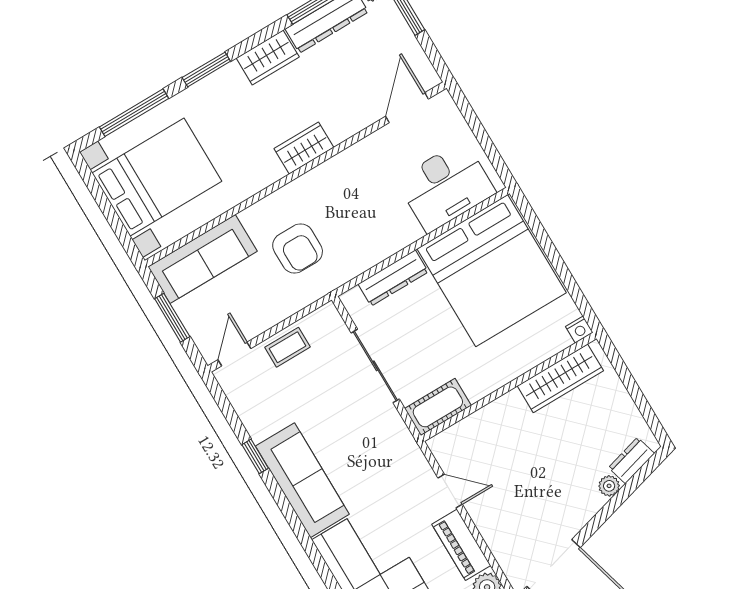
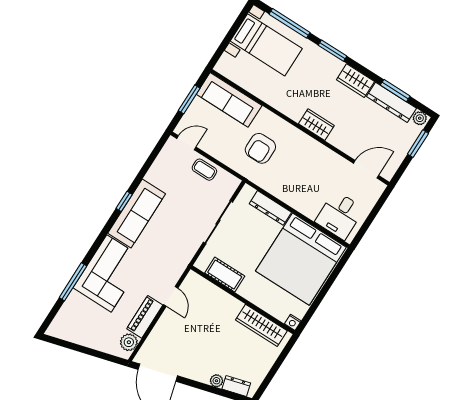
bed with nightstands: (157, 177) -> (266, 45), width x0.73
desk: (446, 186) -> (340, 215), width x0.73
cot: (438, 407) -> (225, 275), moved
window: (255, 456) -> (124, 201), moved

